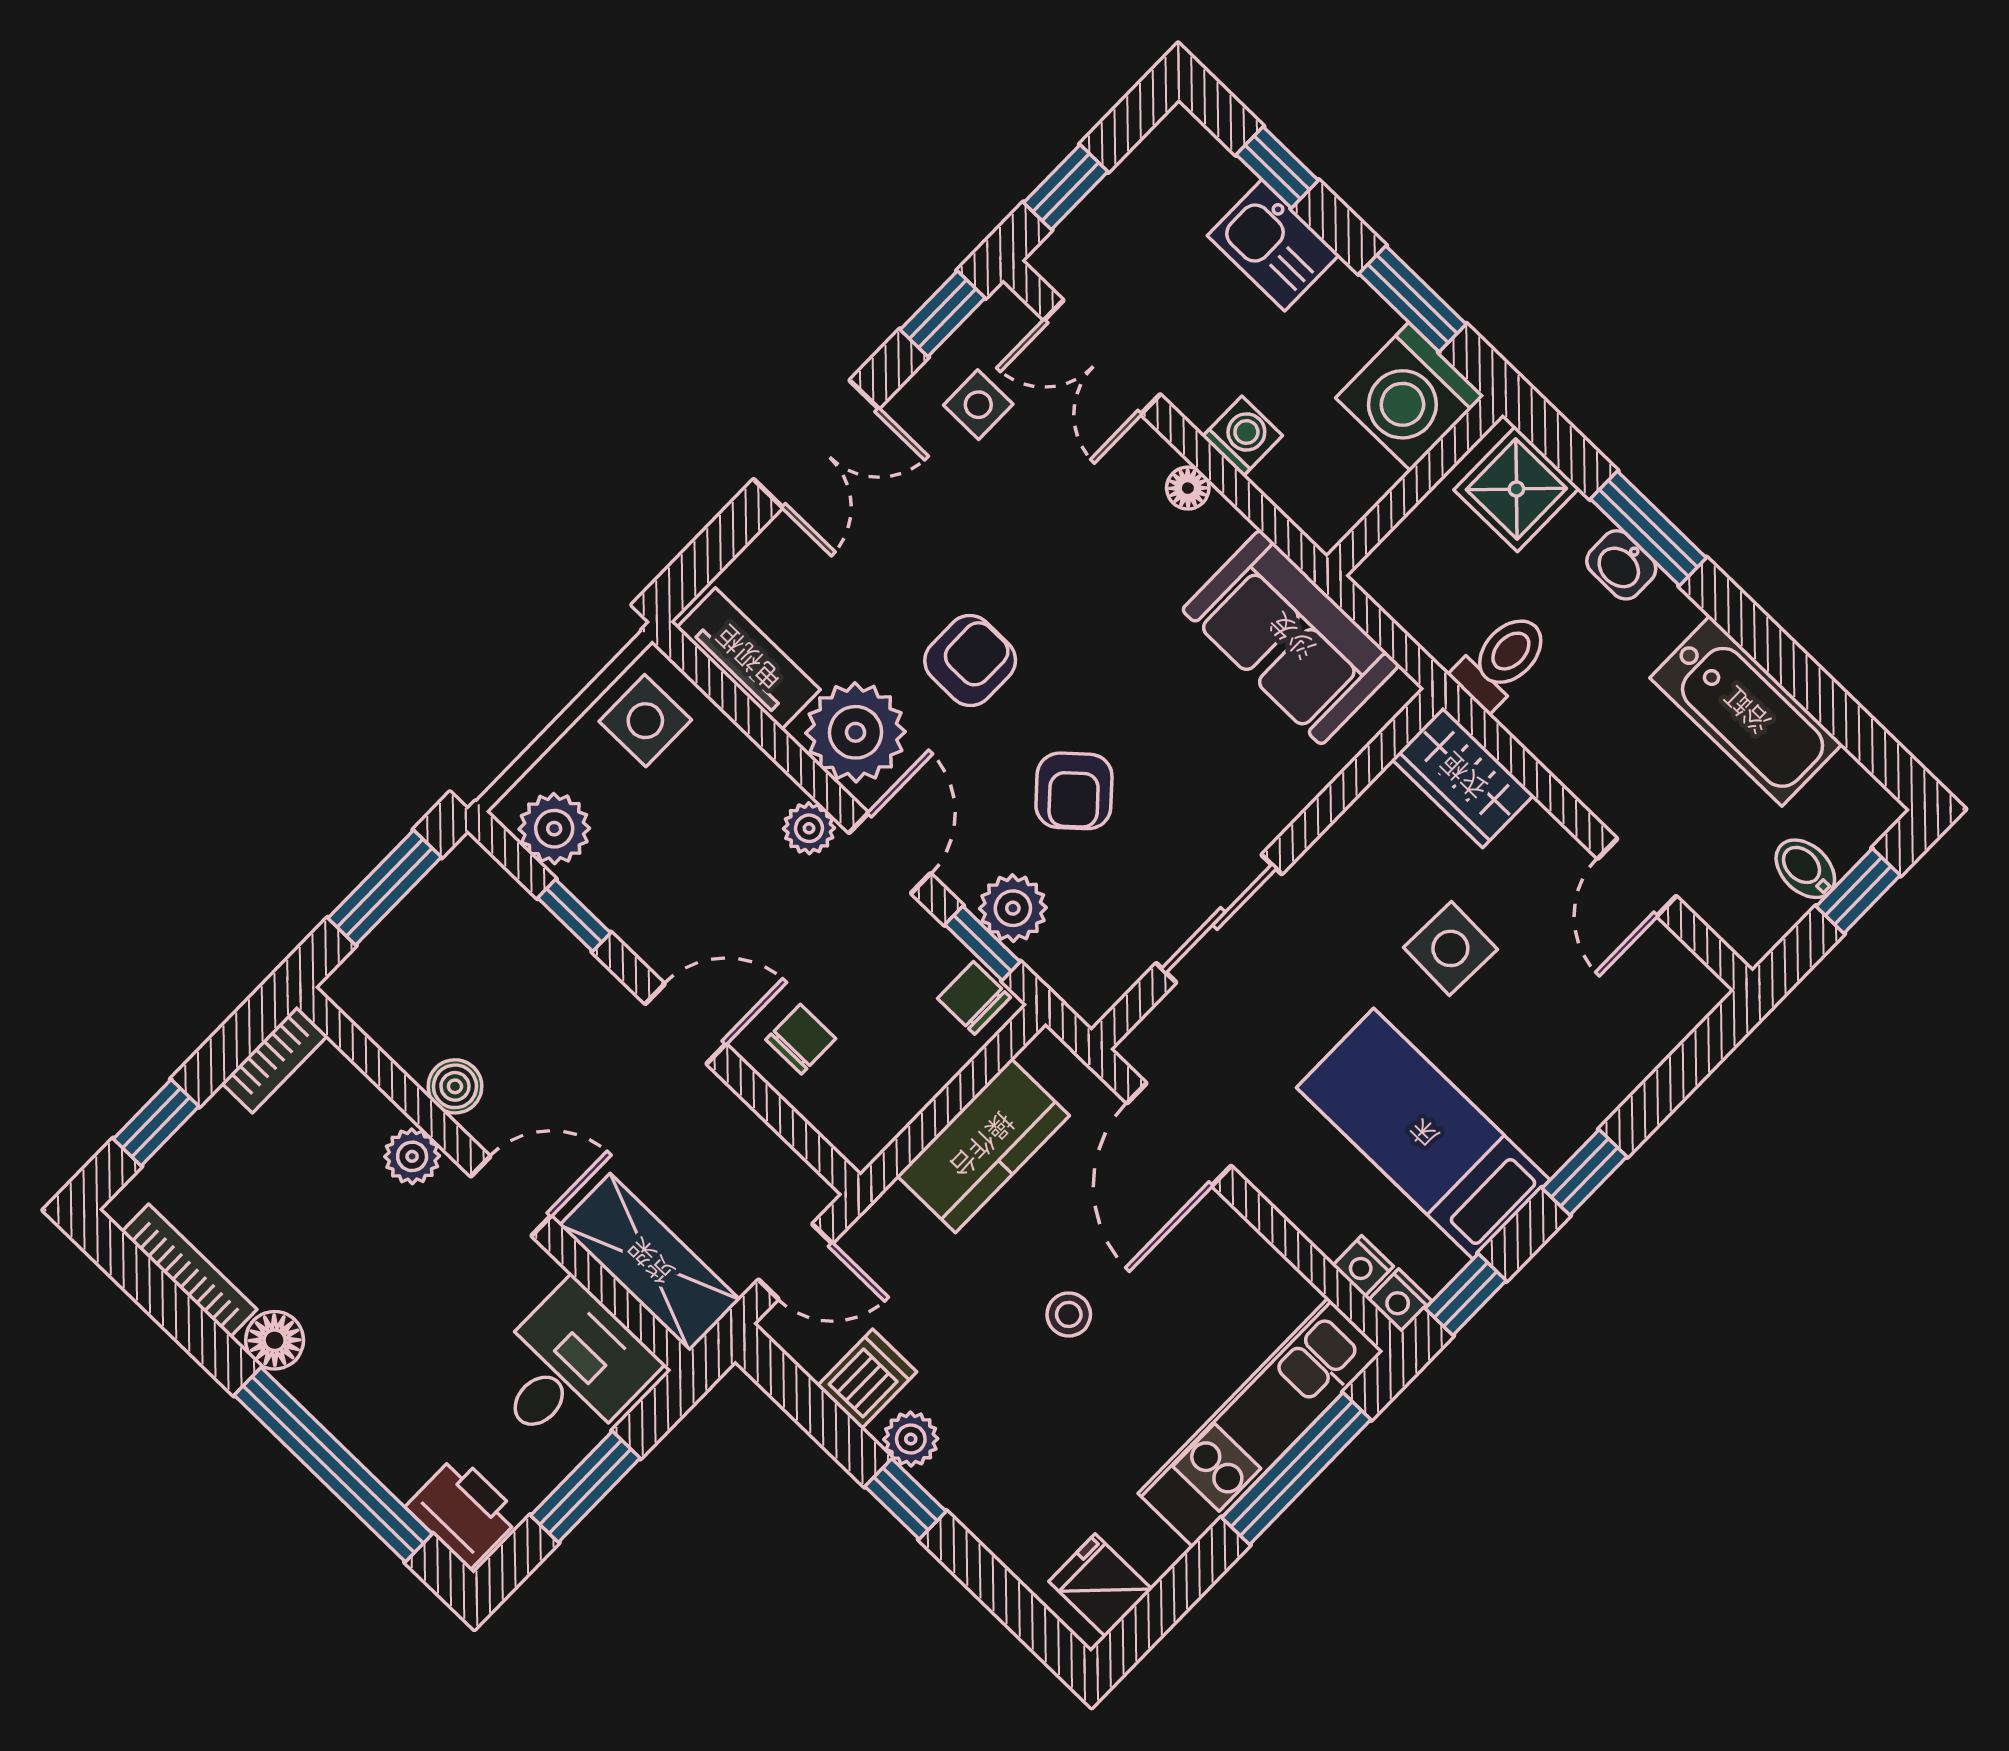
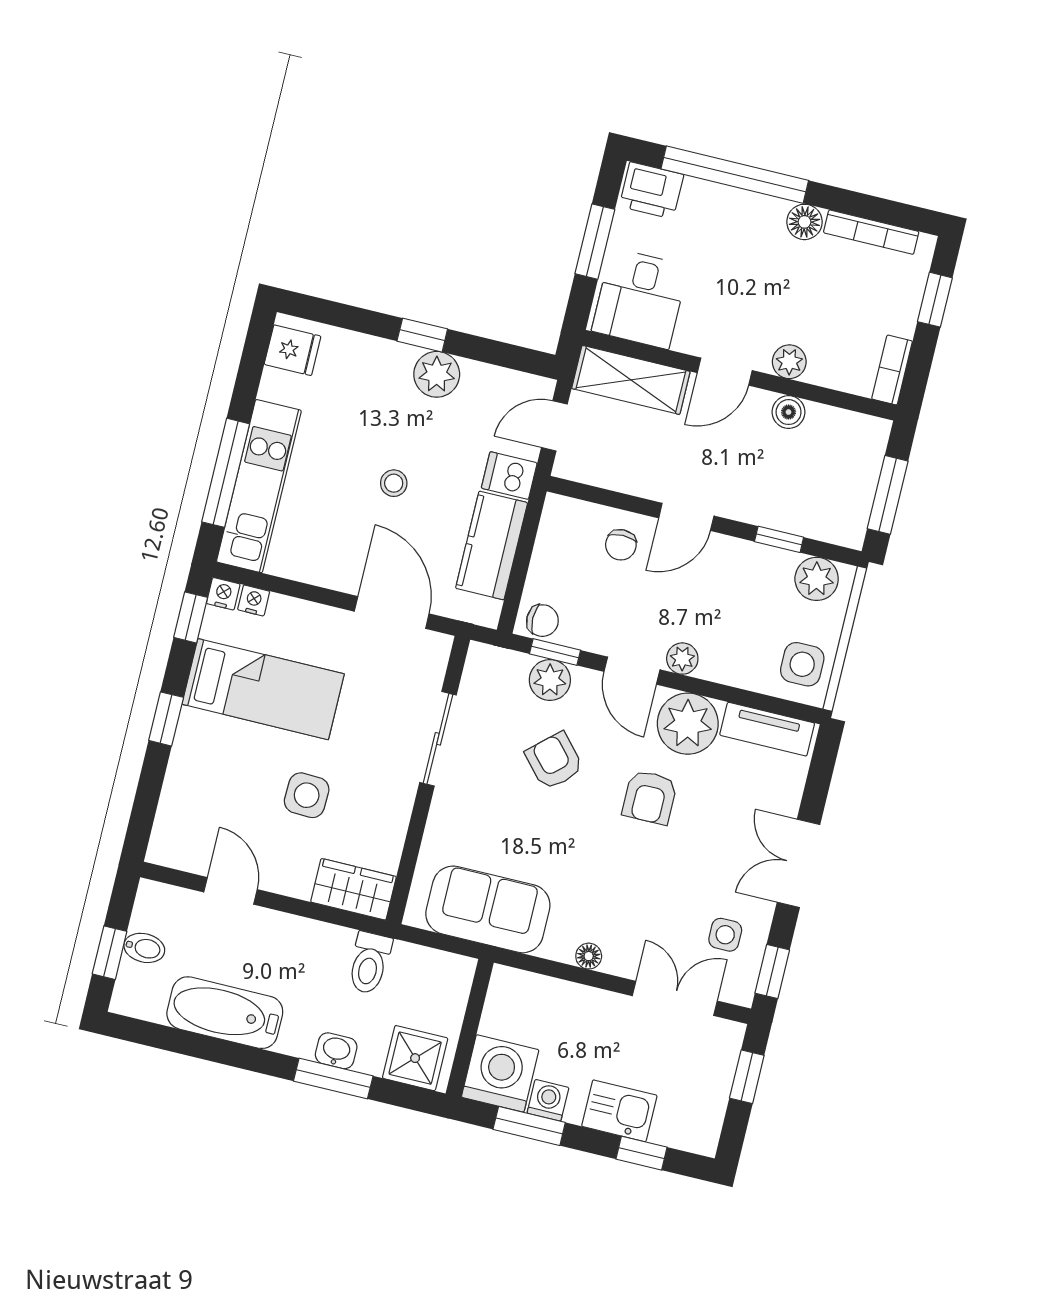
washing machine: (1242, 436) -> (548, 1100), moved, turned 180
dishwasher: (867, 1379) -> (509, 476), moved, turned 90
plant: (911, 1439) -> (437, 374), width x1.38, depth x1.38

